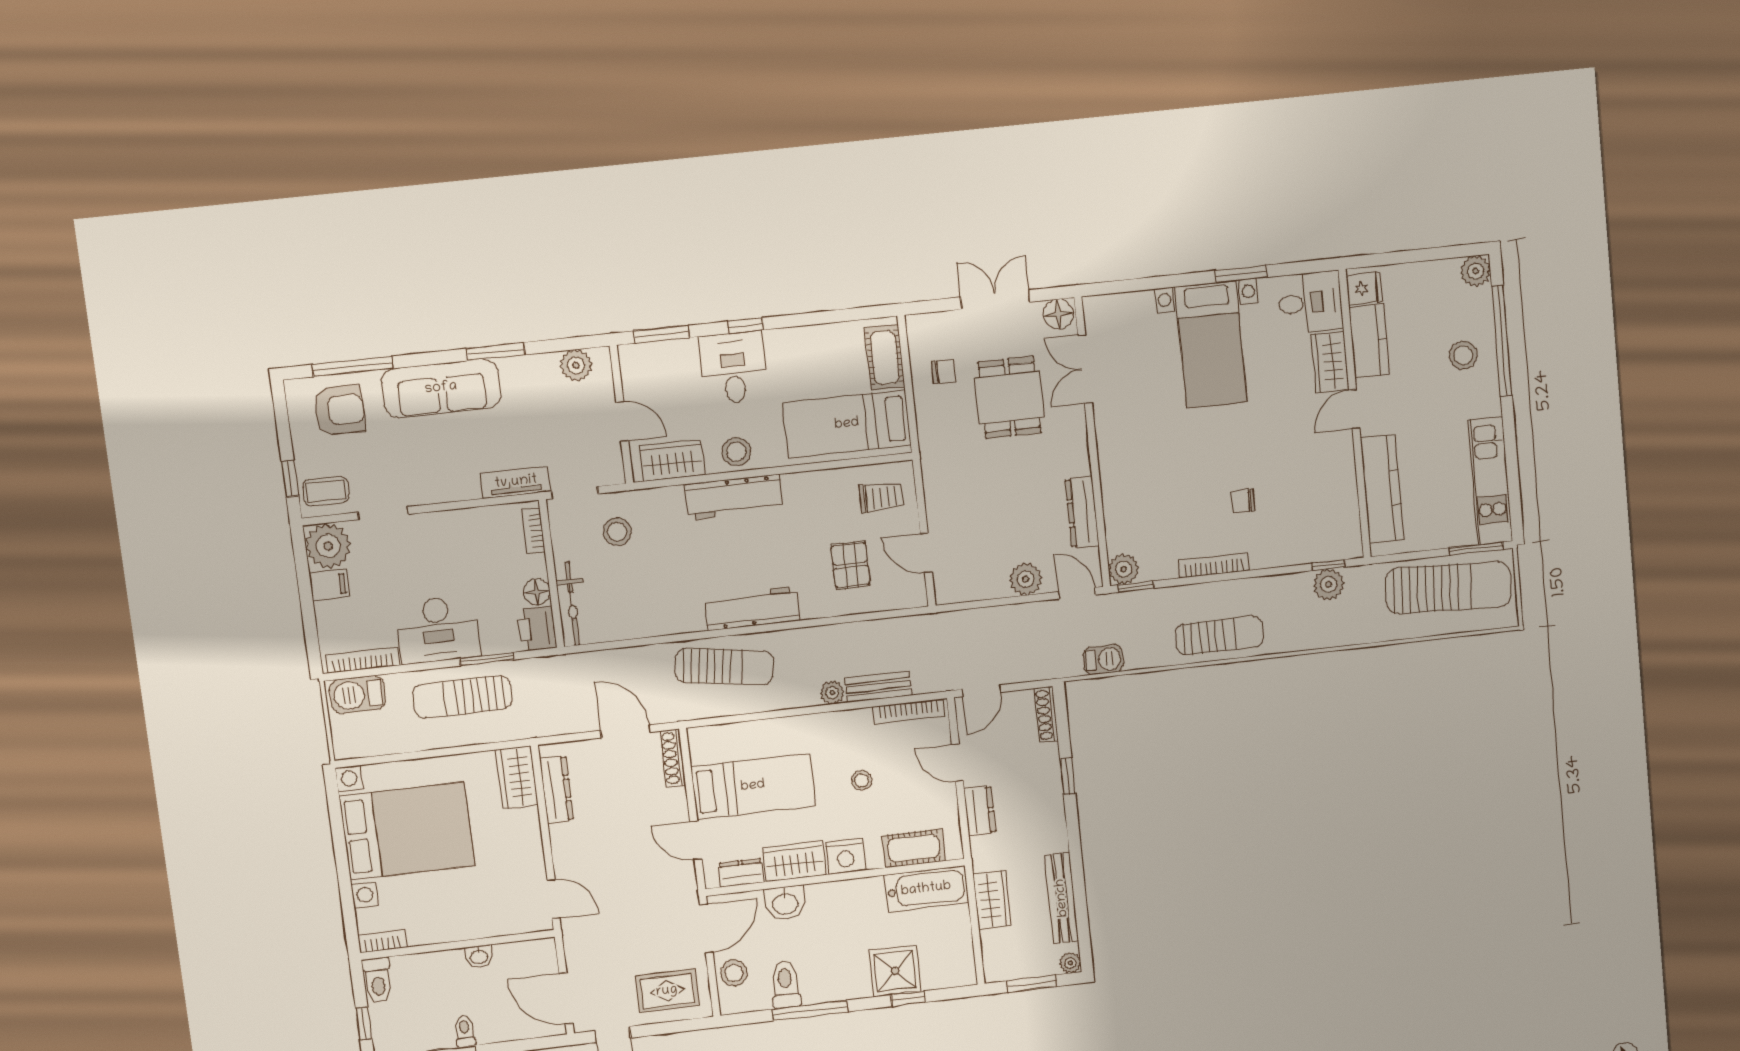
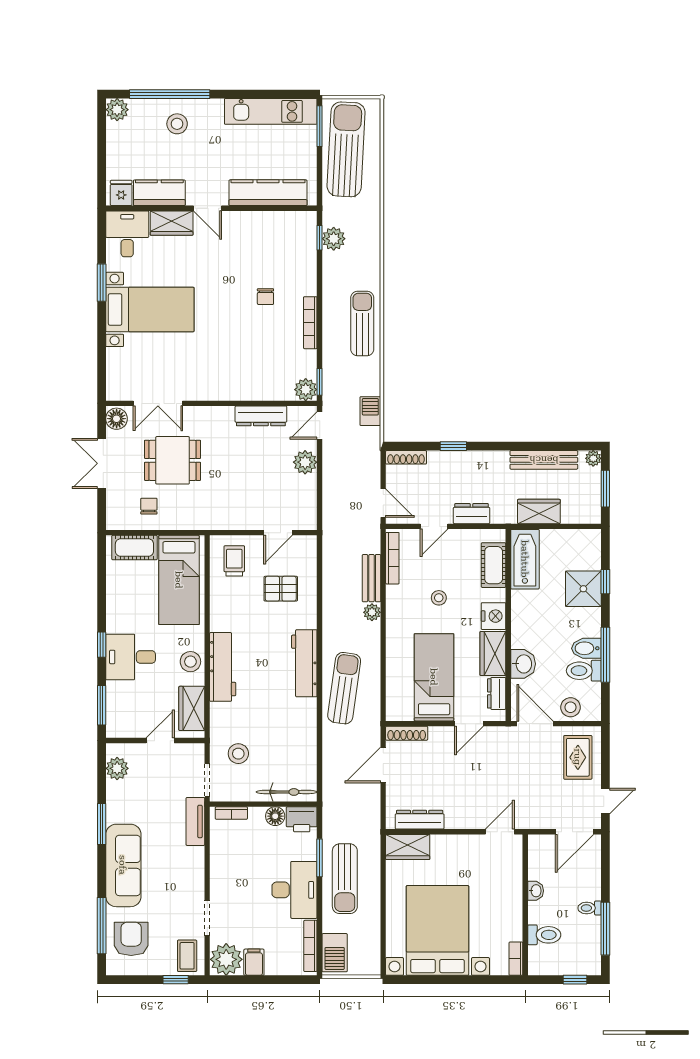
toilet: (378, 980) -> (544, 935), moved
bidet: (816, 984) -> (586, 648), added

